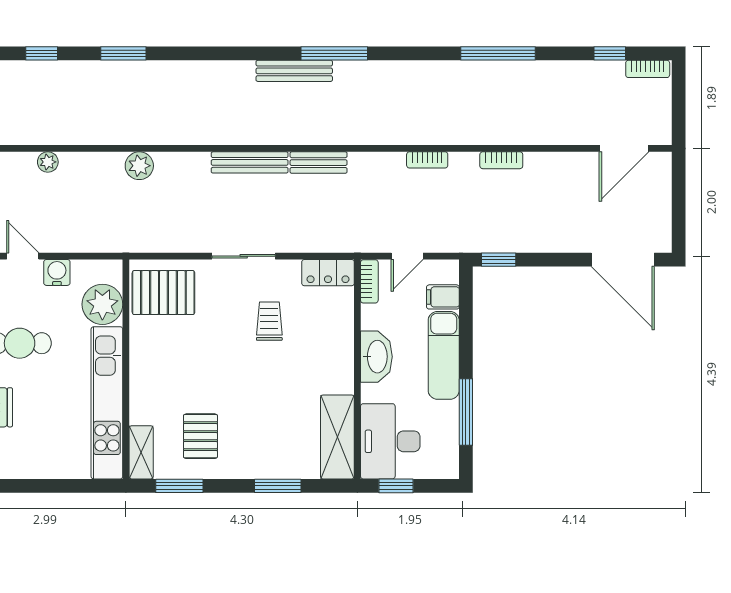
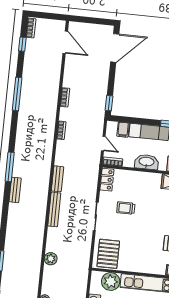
bench: (294, 71) -> (15, 190), width x0.73

